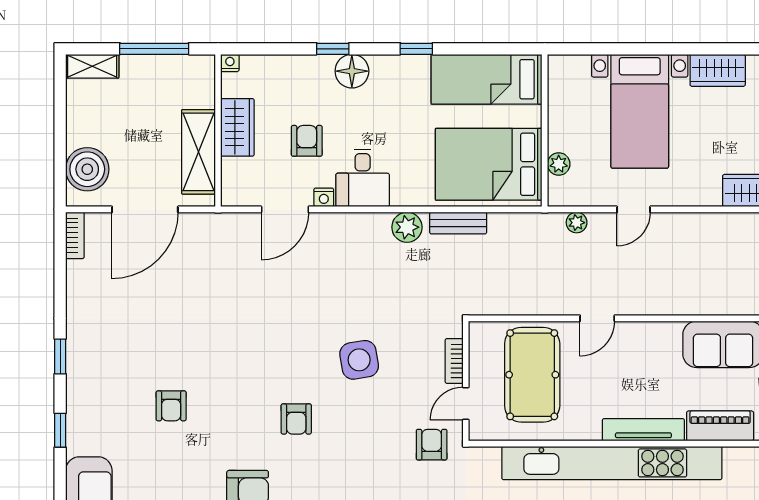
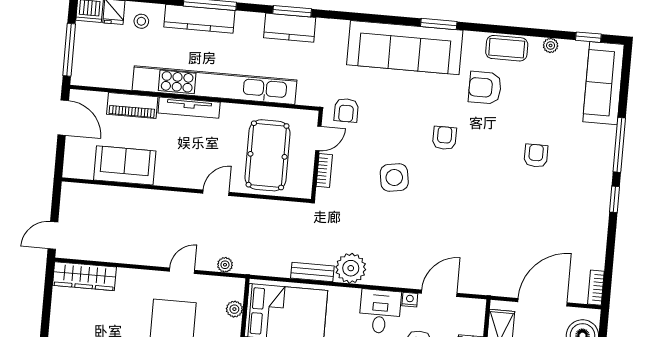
plant: (407, 227) -> (351, 268), width x1.36, depth x1.36
window: (60, 430) -> (619, 145), width x2.17

